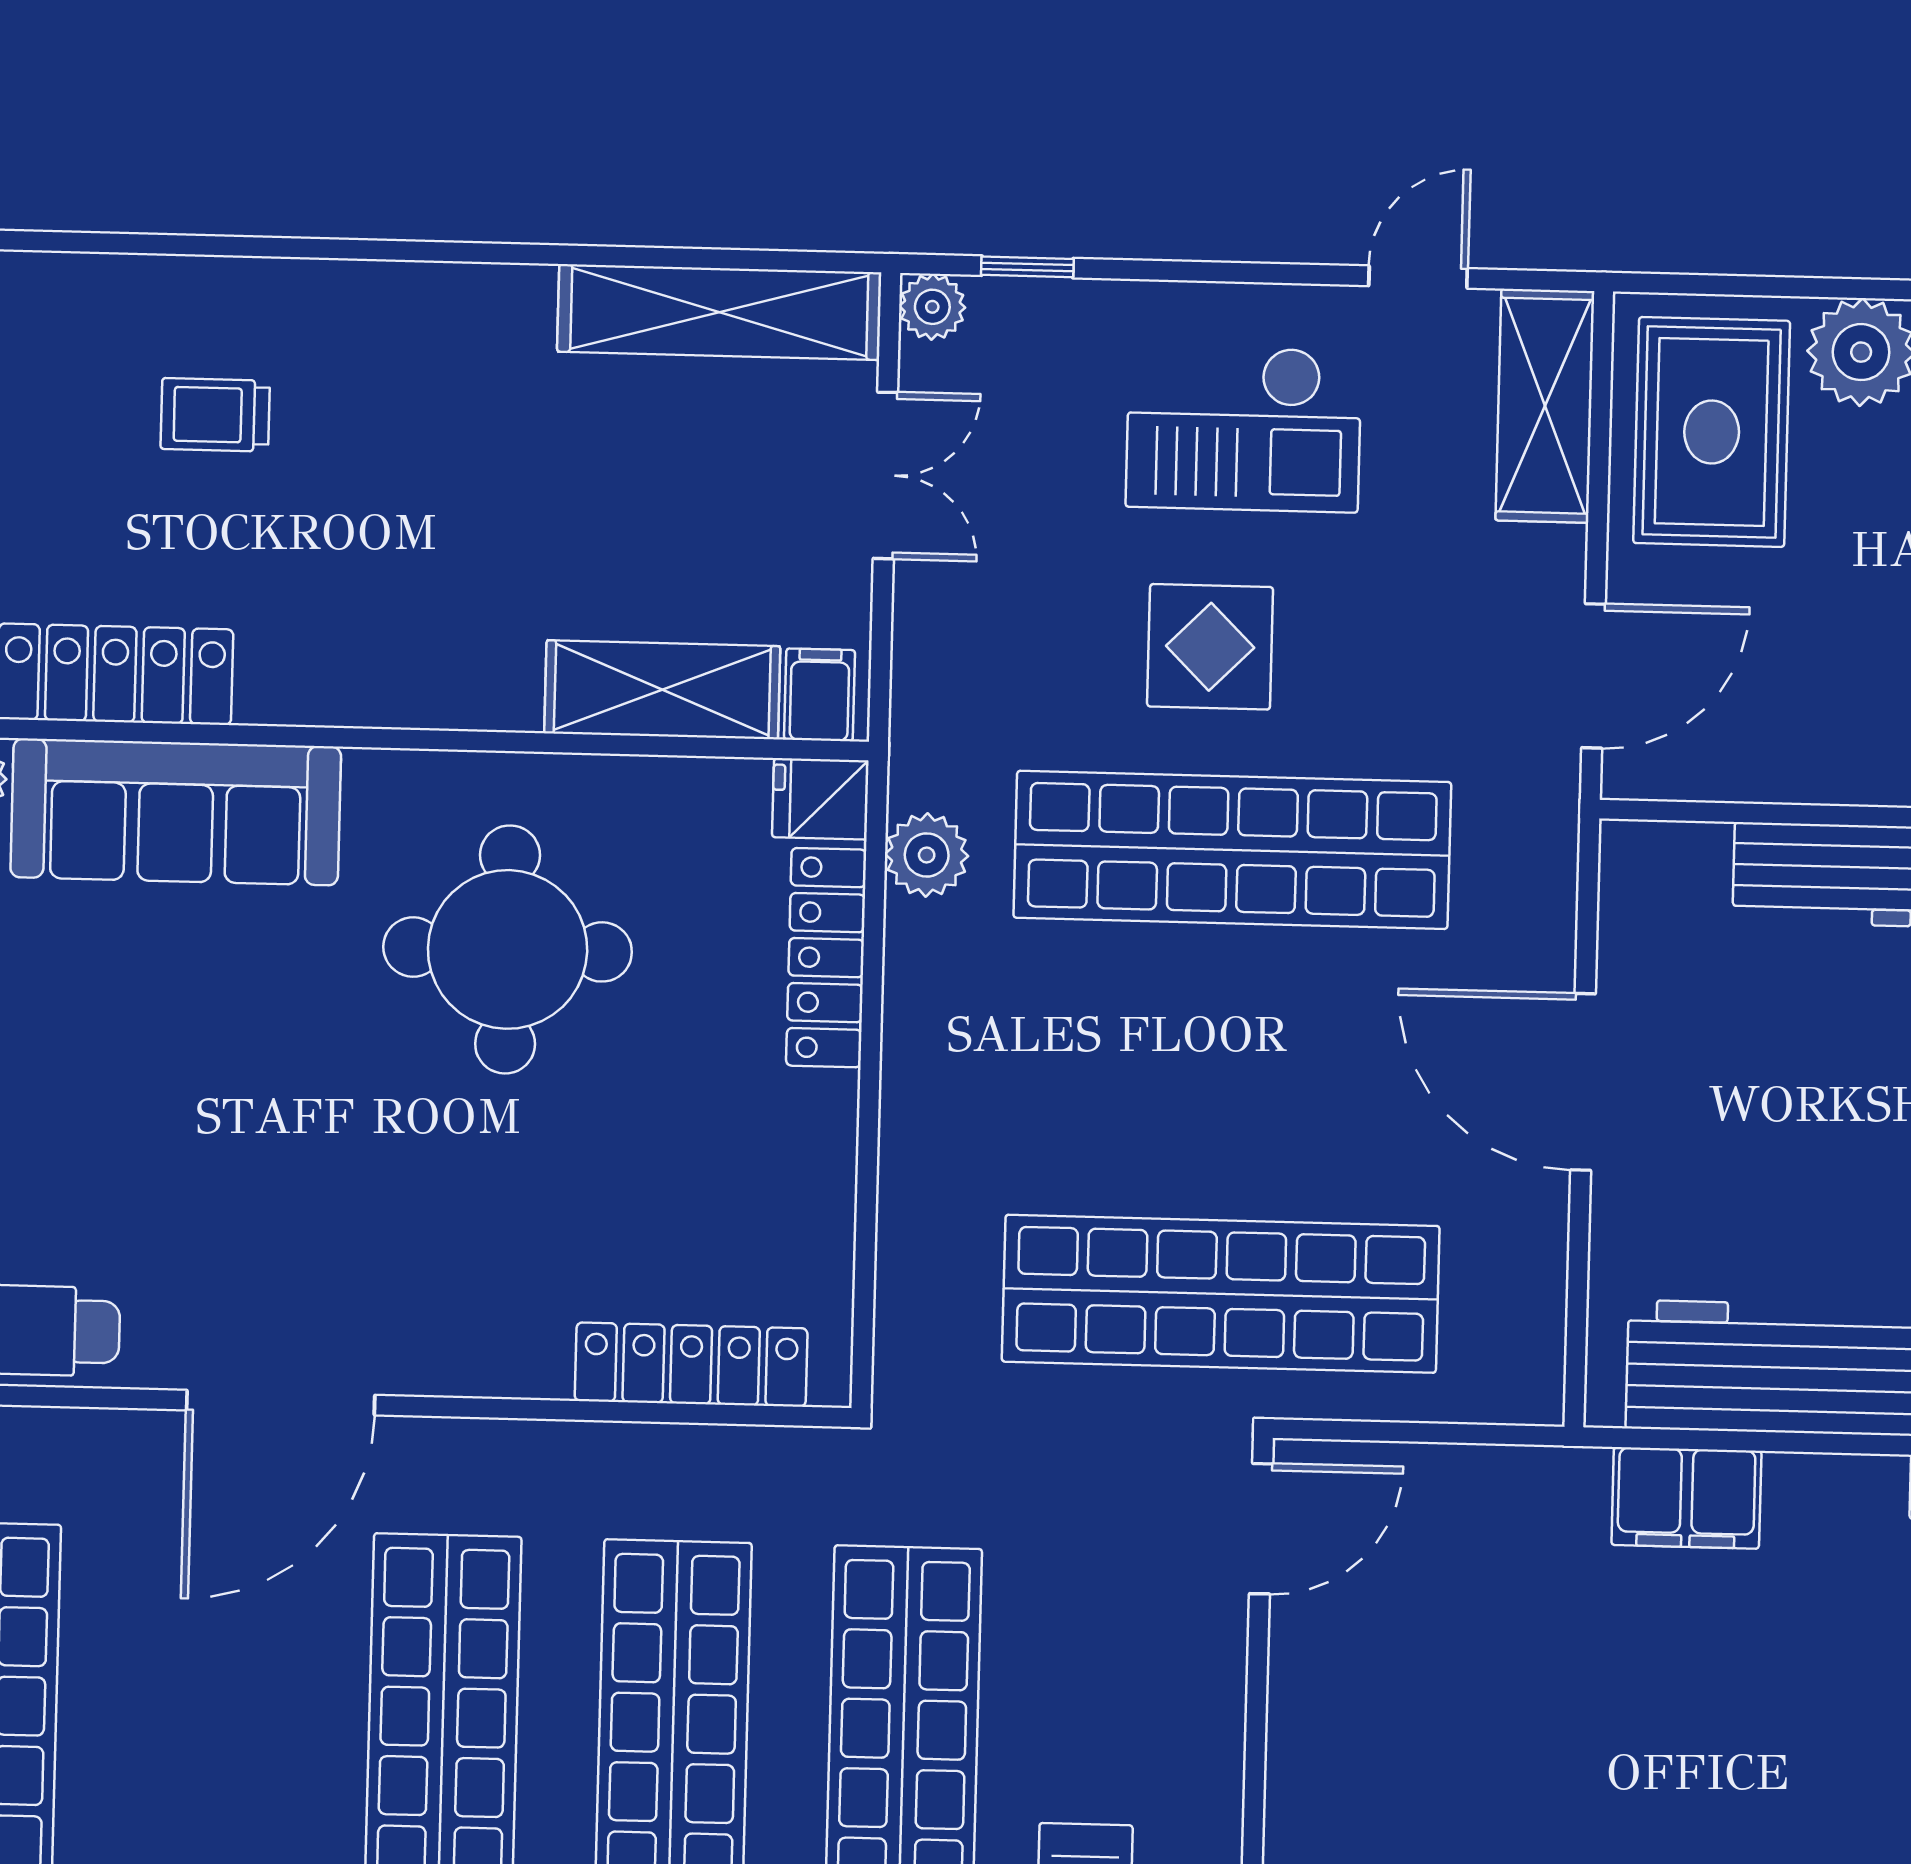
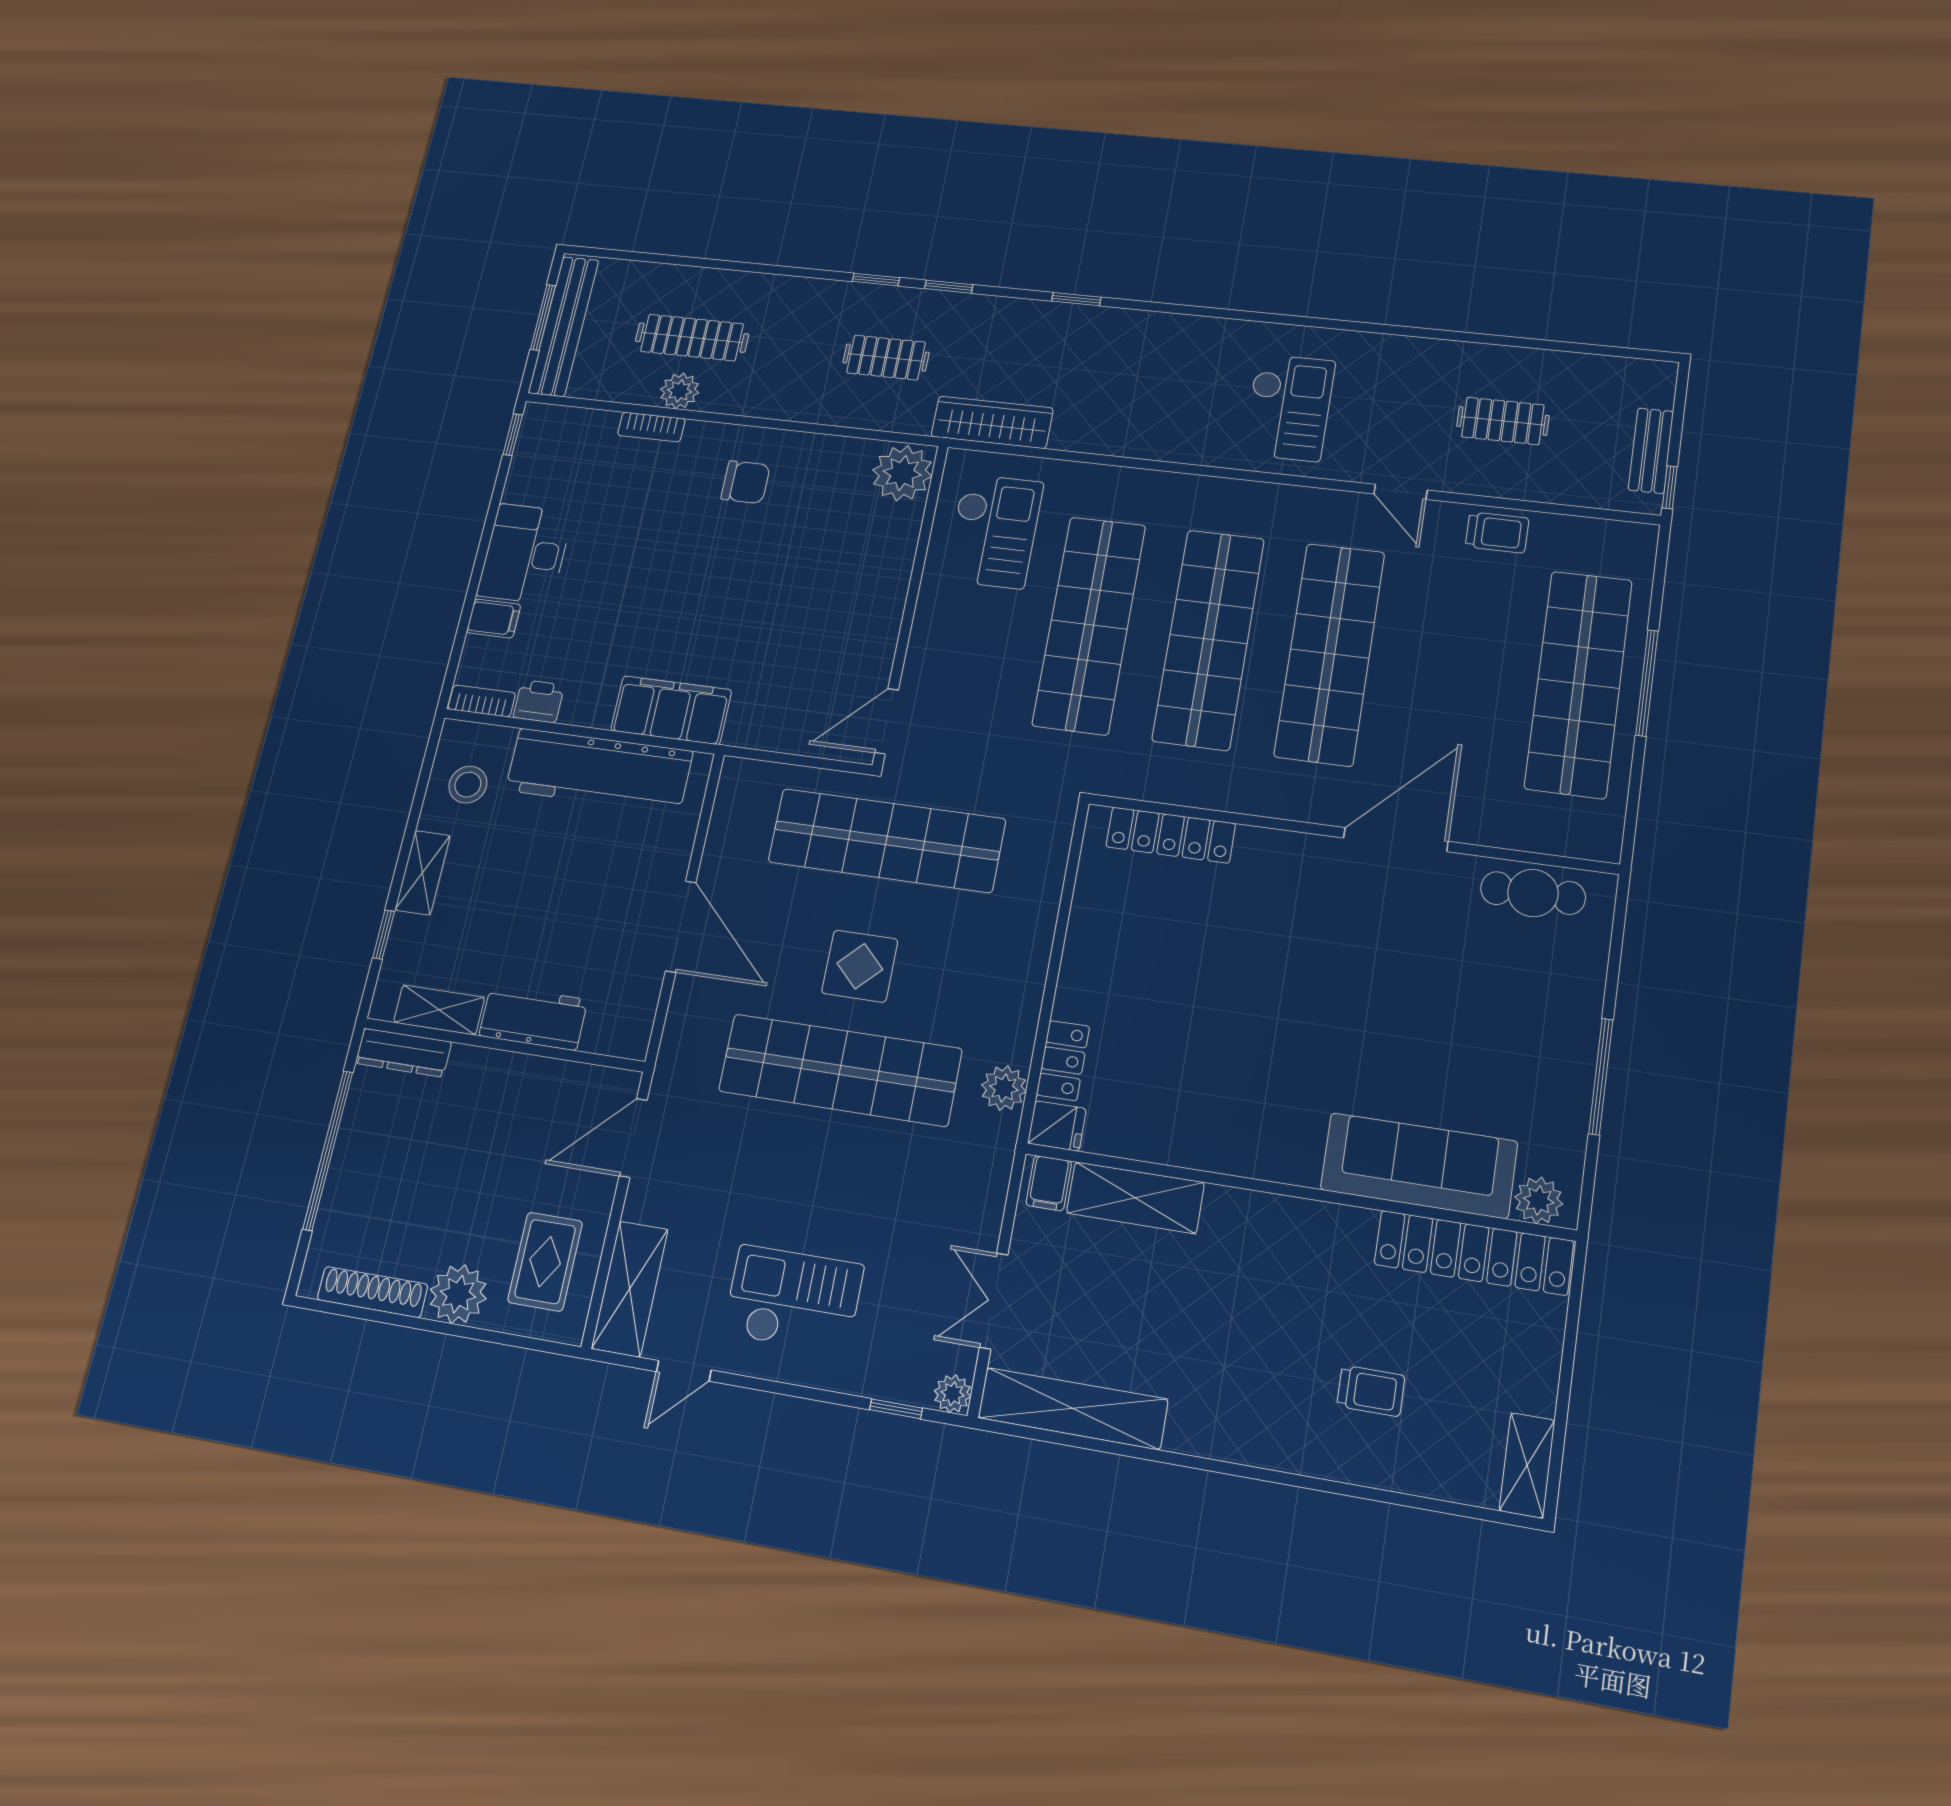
rug: (1712, 432) -> (545, 1262), width x0.73, depth x0.70
display table: (1210, 647) -> (860, 966), moved
round table: (508, 949) -> (1241, 1066), removed
locker: (826, 958) -> (1063, 1061), width x0.66
filing cabinet: (1686, 1498) -> (671, 710), width x1.50, depth x1.17

